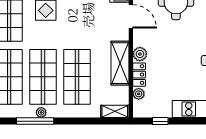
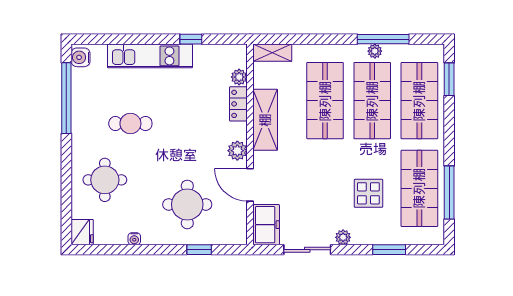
plant: (140, 54) -> (237, 151), moved
window: (160, 121) -> (191, 39), moved

